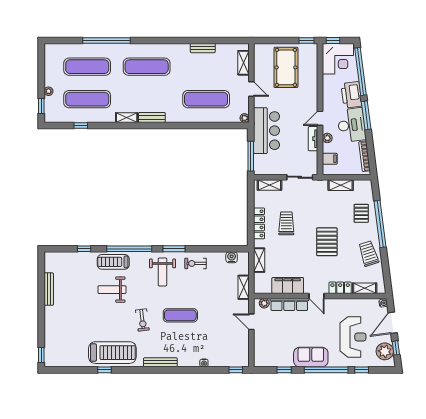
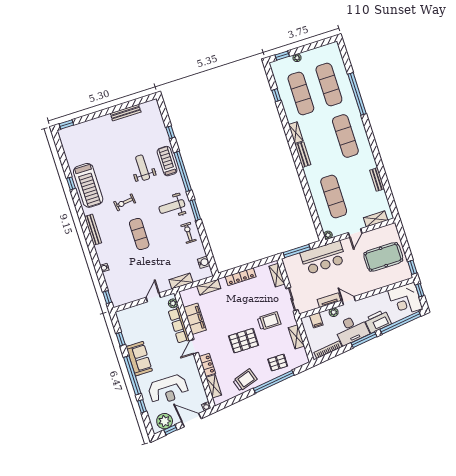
trolley: (286, 223) -> (269, 321), moved

